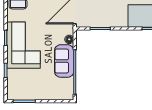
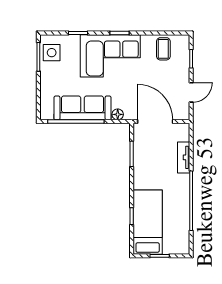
sofa: (64, 61) -> (83, 108), width x1.36
side table: (21, 91) -> (52, 53), added

